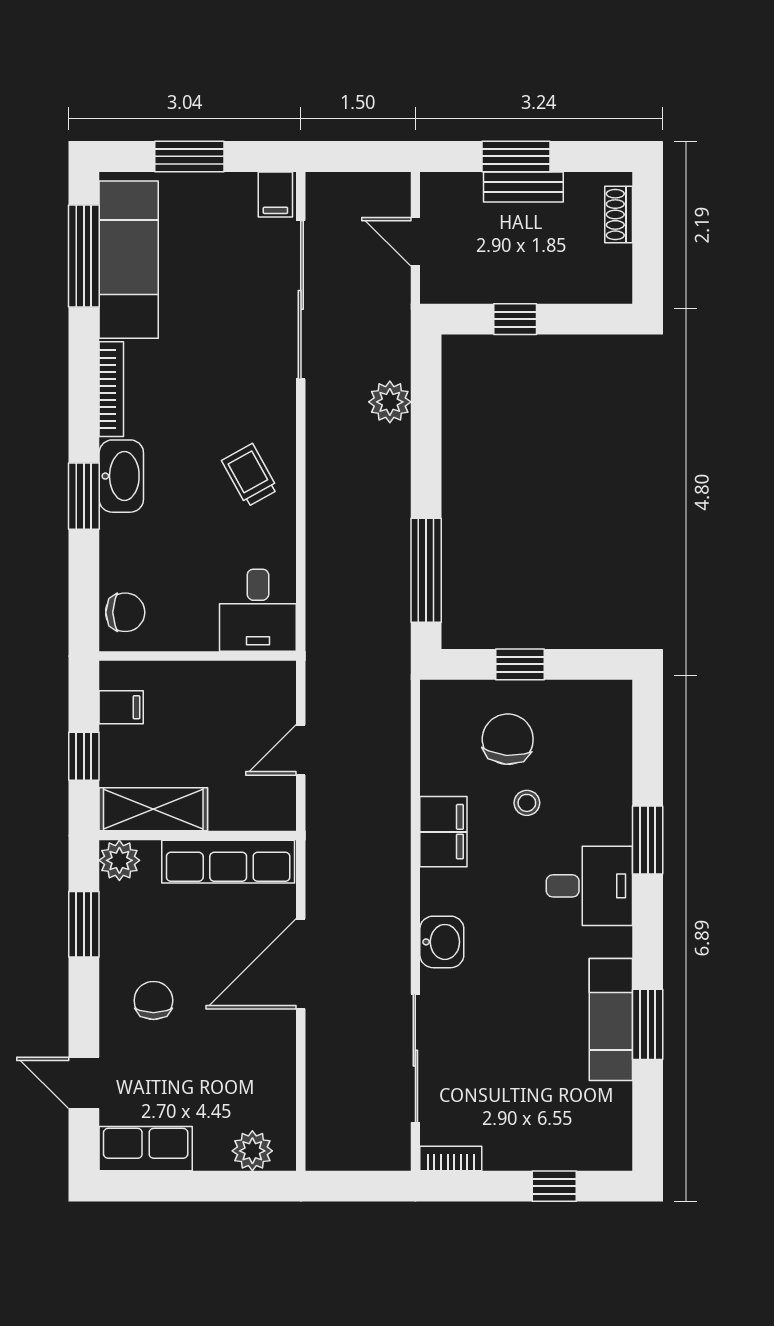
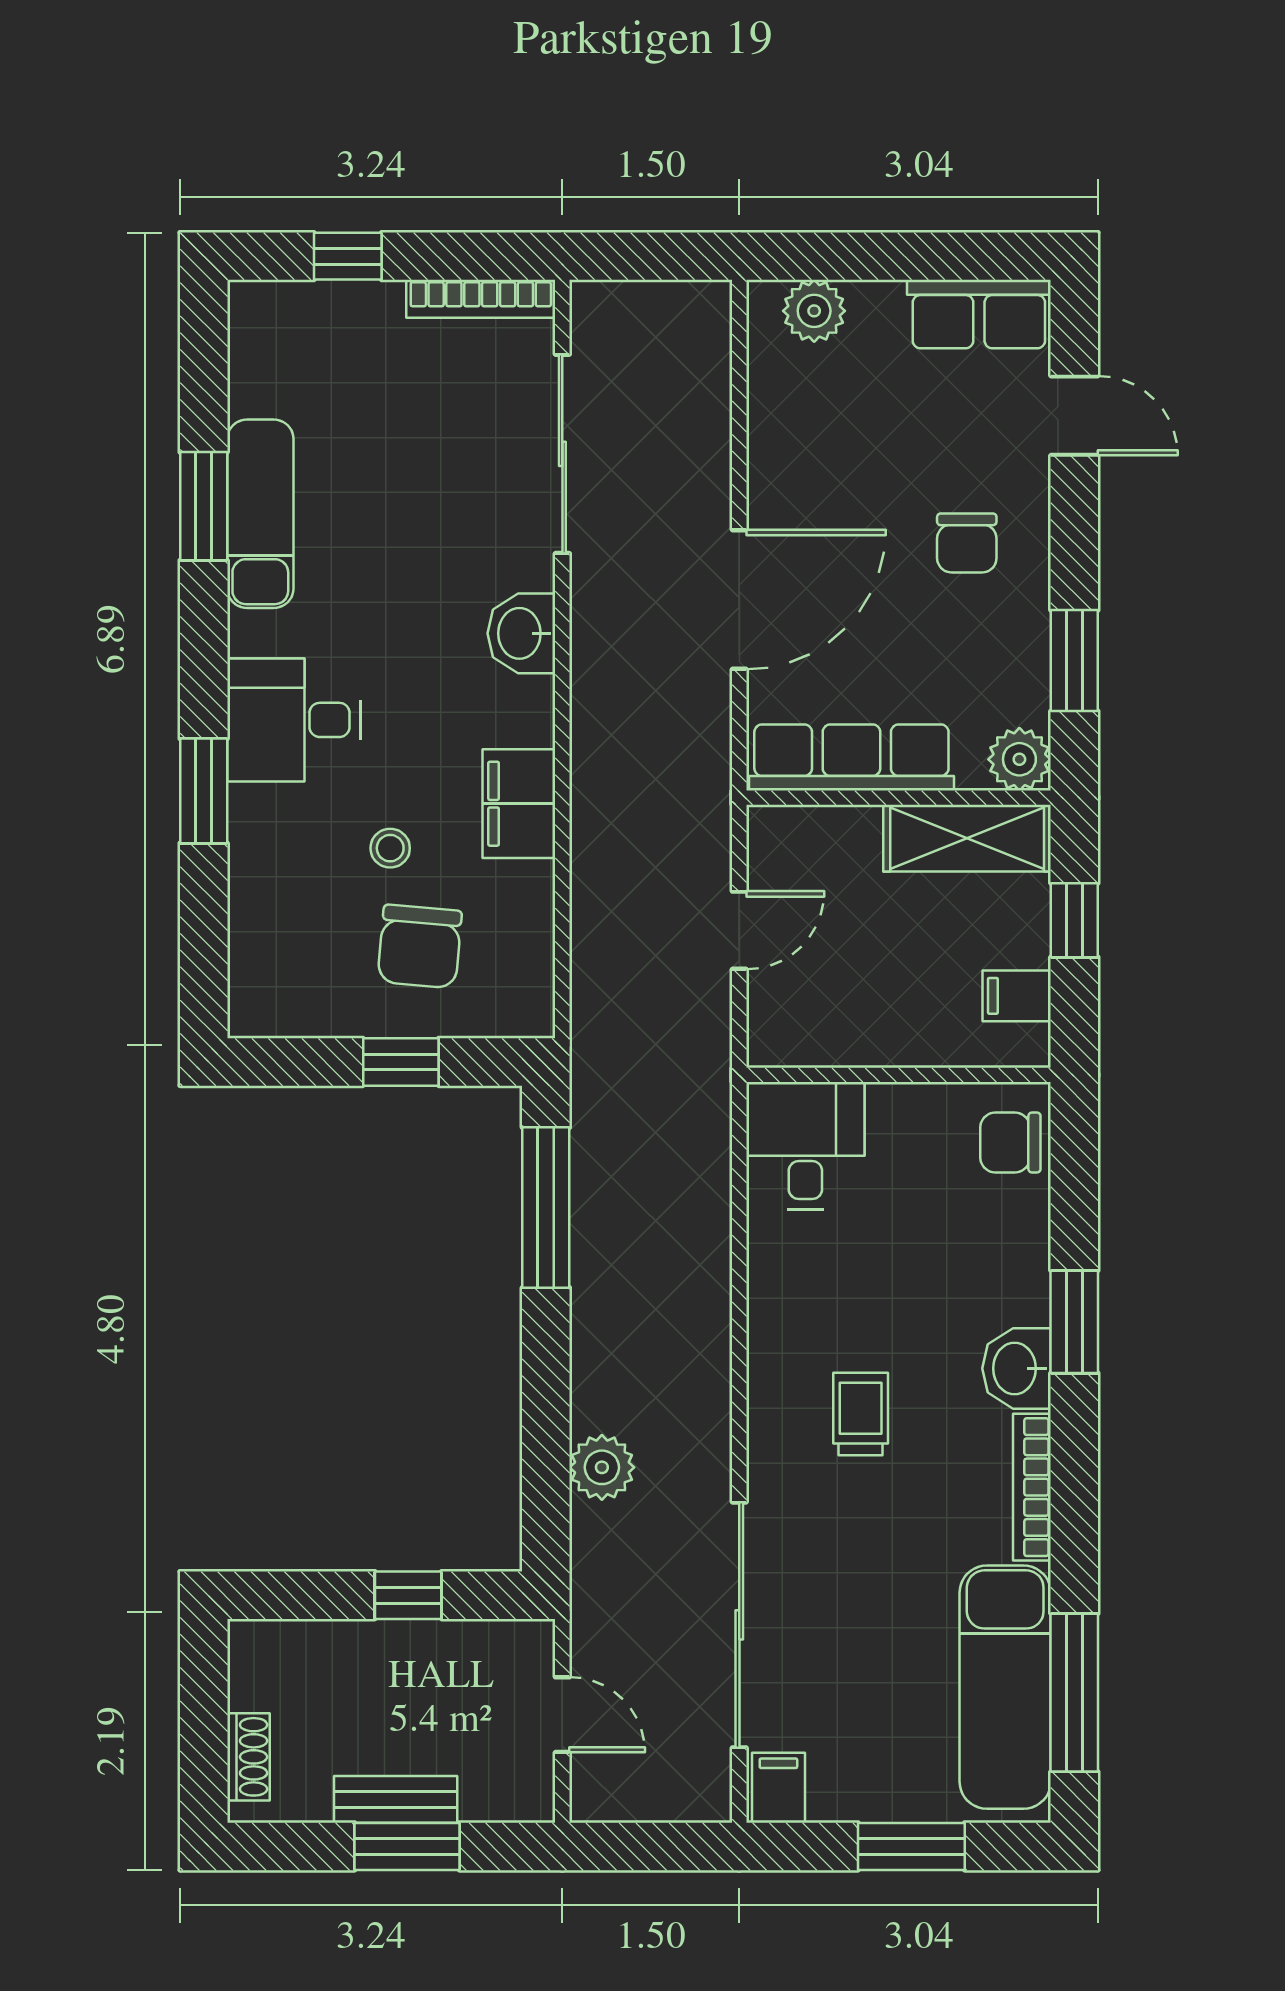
trolley: (250, 475) -> (861, 1414), moved, turned -151
washbasin: (121, 476) -> (1017, 1368), width x0.72
bookcase: (451, 1159) -> (481, 299), width x1.56

